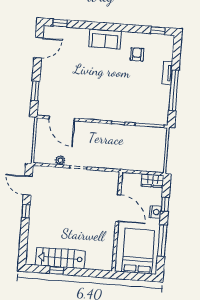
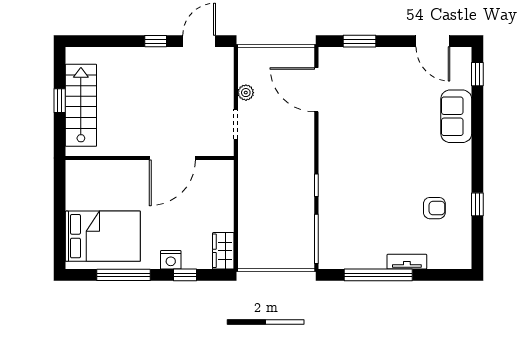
window: (158, 31) -> (477, 204), moved
sofa: (105, 39) -> (456, 116), moved
door: (62, 119) -> (316, 90), hinge flipped
door: (118, 208) -> (172, 158), moved
wall: (117, 222) -> (150, 158), moved

